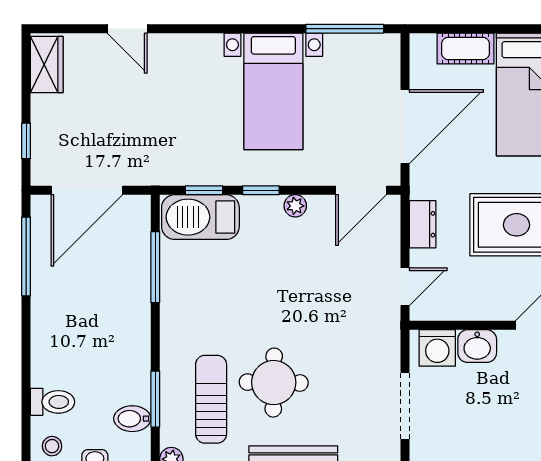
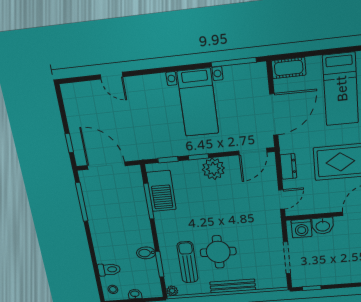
cot: (465, 49) -> (289, 68), moved
wardrobe: (47, 64) -> (72, 101), removed
door: (87, 190) -> (106, 166), swing flipped
plant: (295, 206) -> (213, 169), width x1.87, depth x1.87
barbecue: (200, 217) -> (161, 191), moved, turned -90
bidet: (132, 419) -> (146, 253), moved

